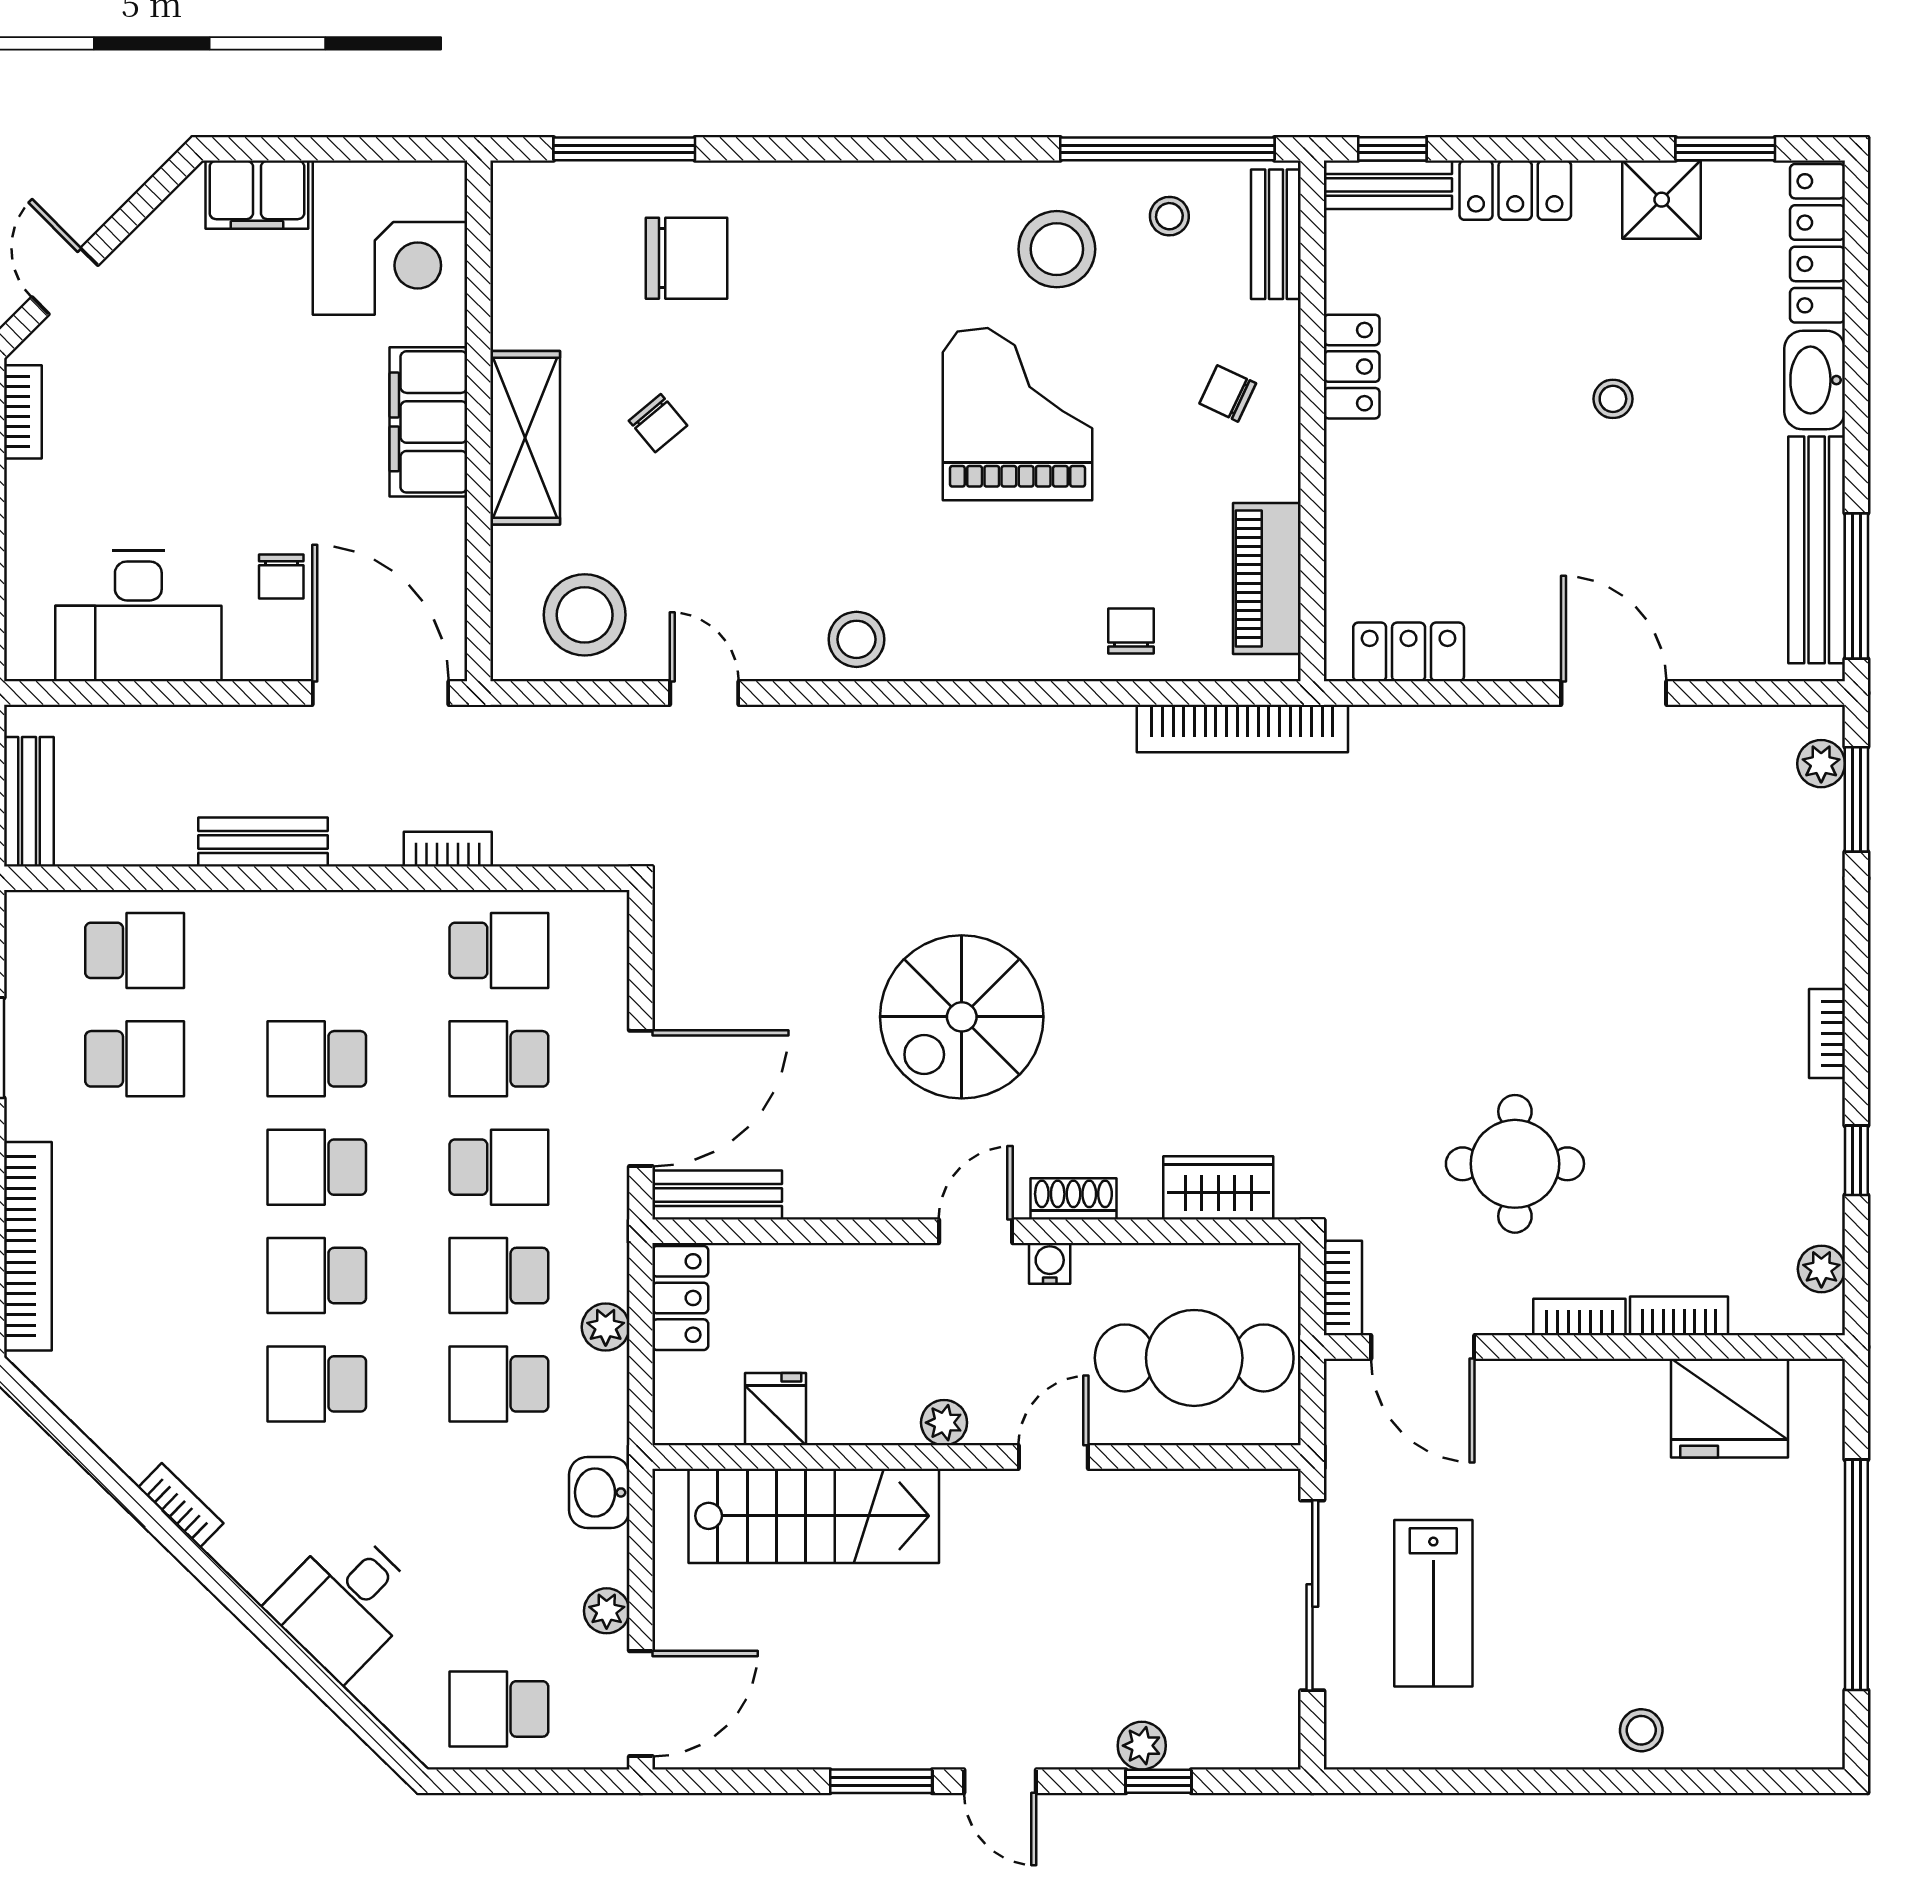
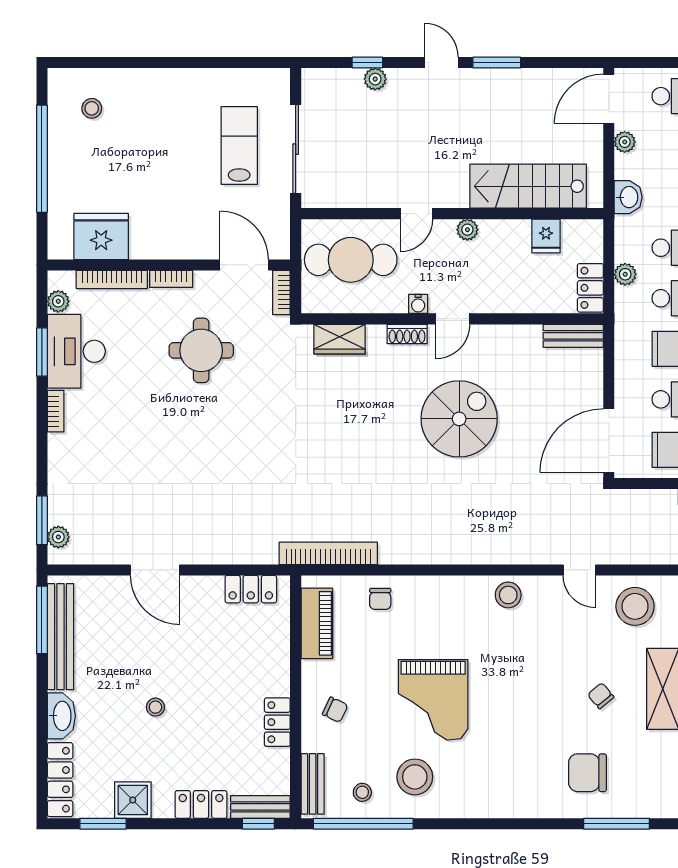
door: (641, 1098) -> (609, 441), moved
window: (1856, 1160) -> (42, 352), width x1.50
desk: (1783, 1162) -> (76, 351), added
bookcase: (1679, 1316) -> (112, 279), width x1.56
stool: (1641, 1730) -> (92, 108), moved

